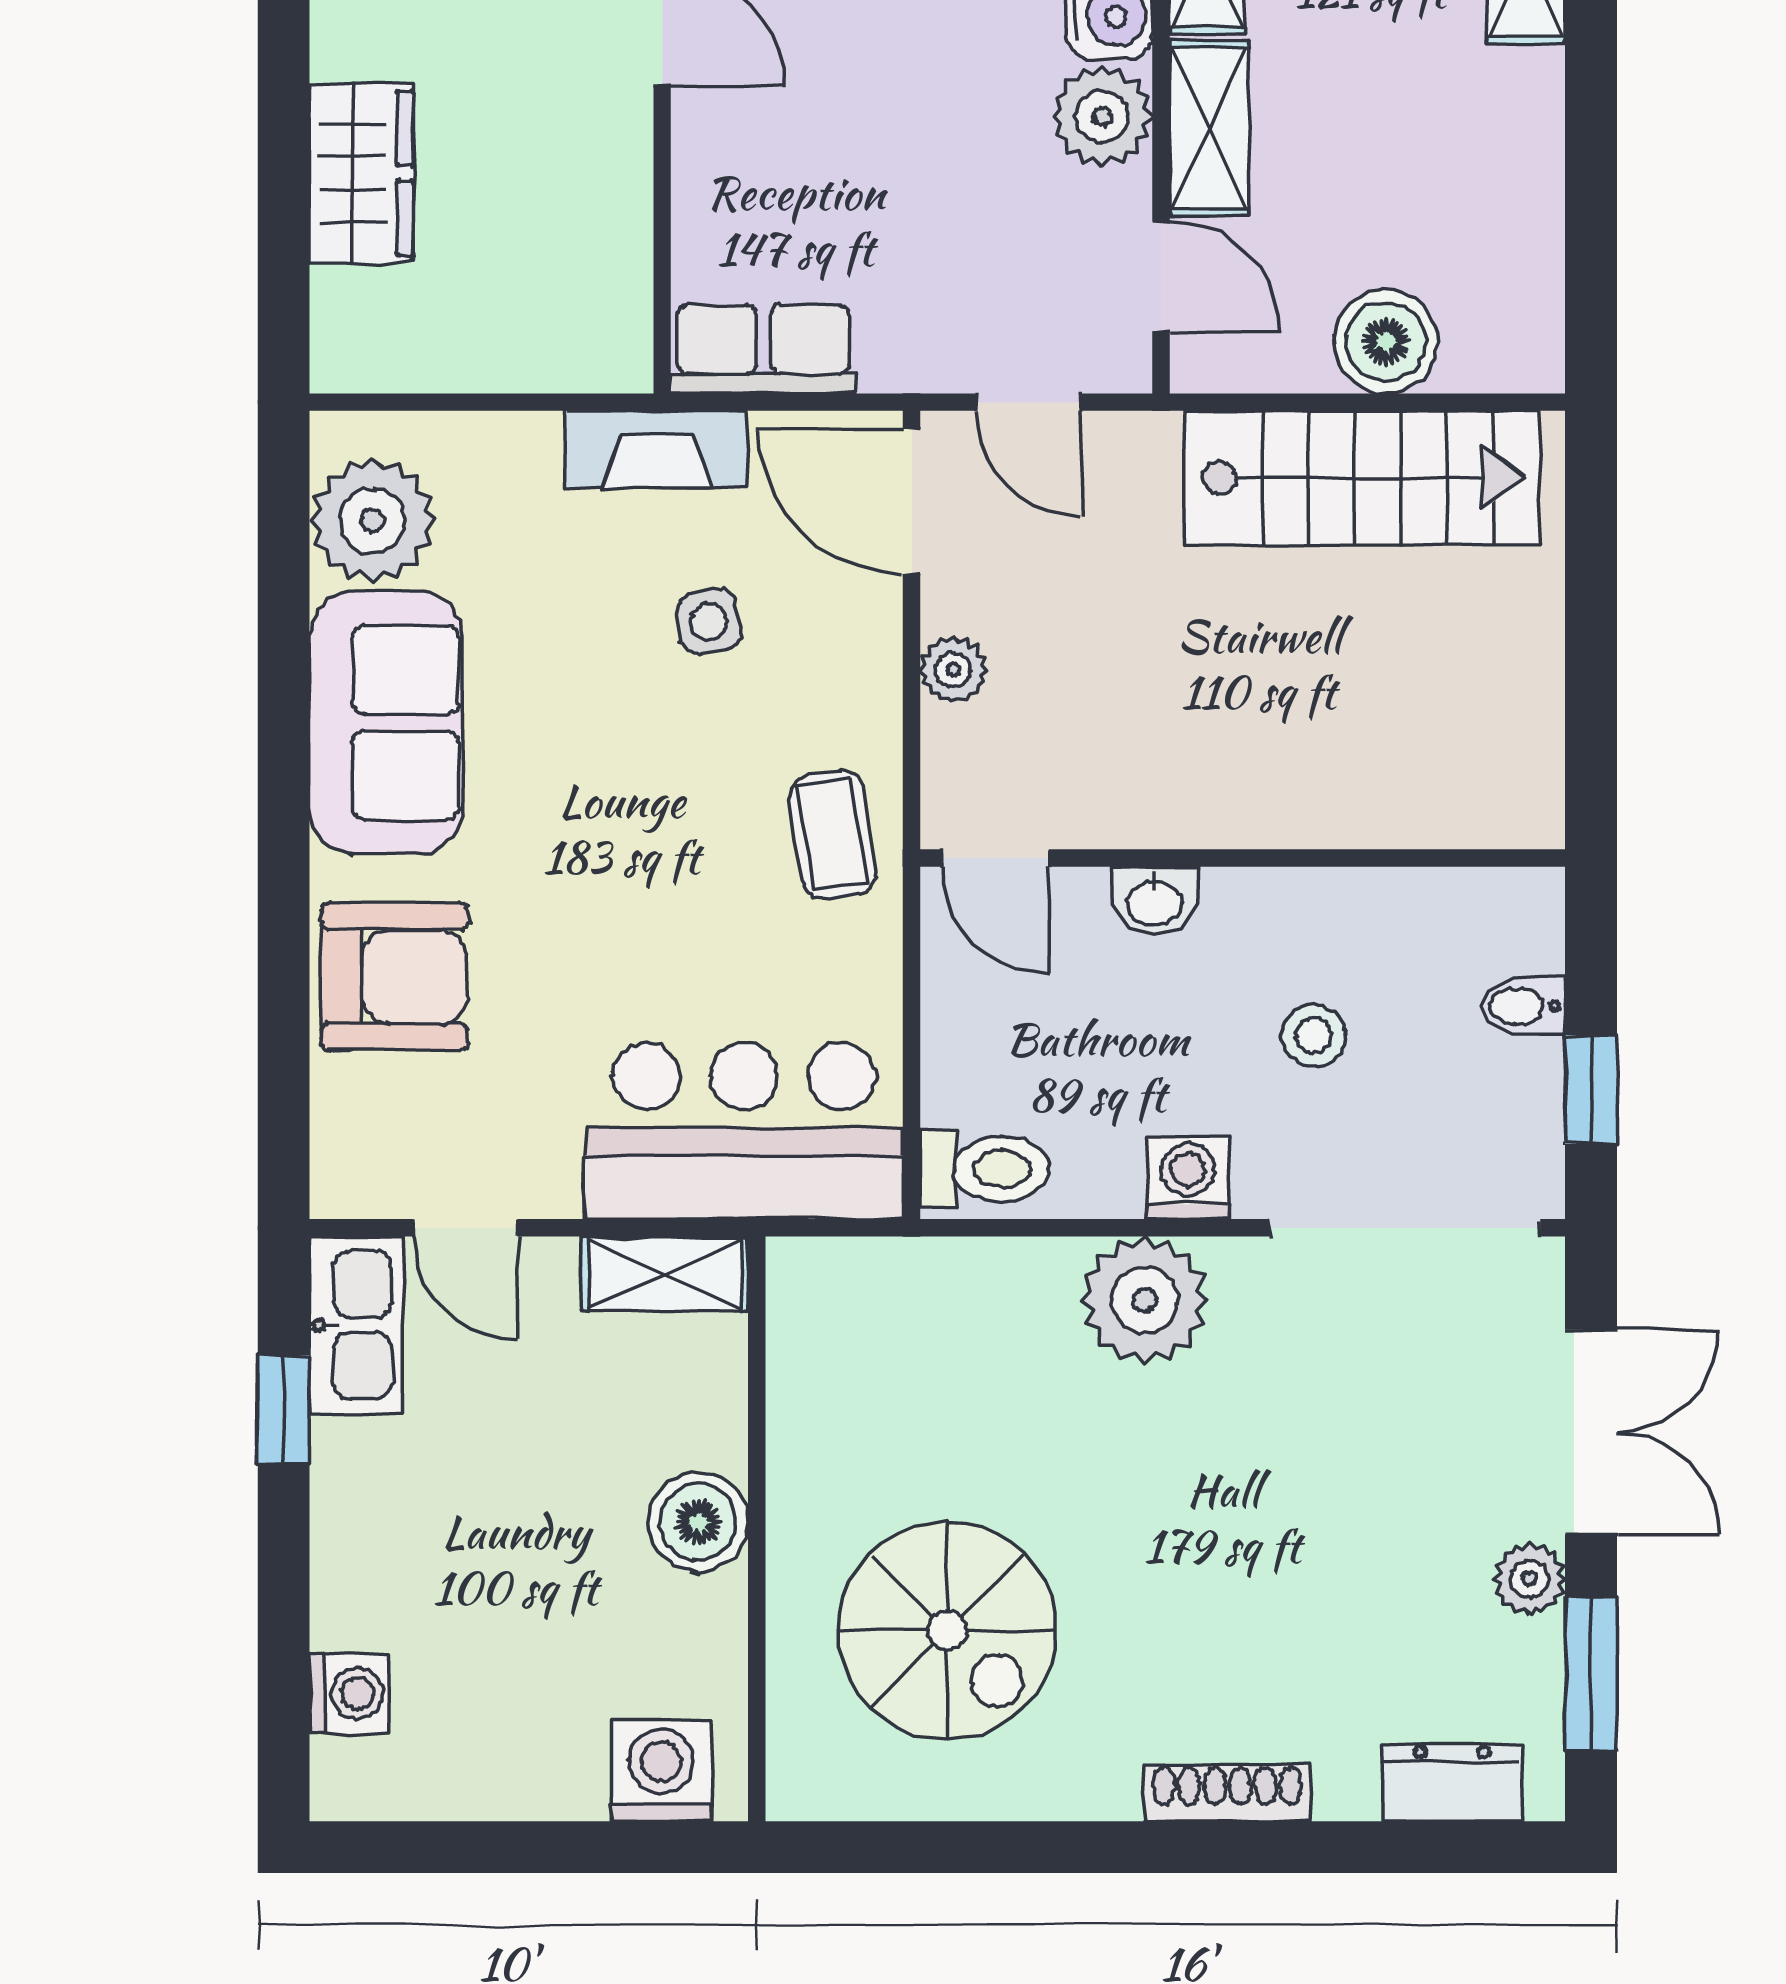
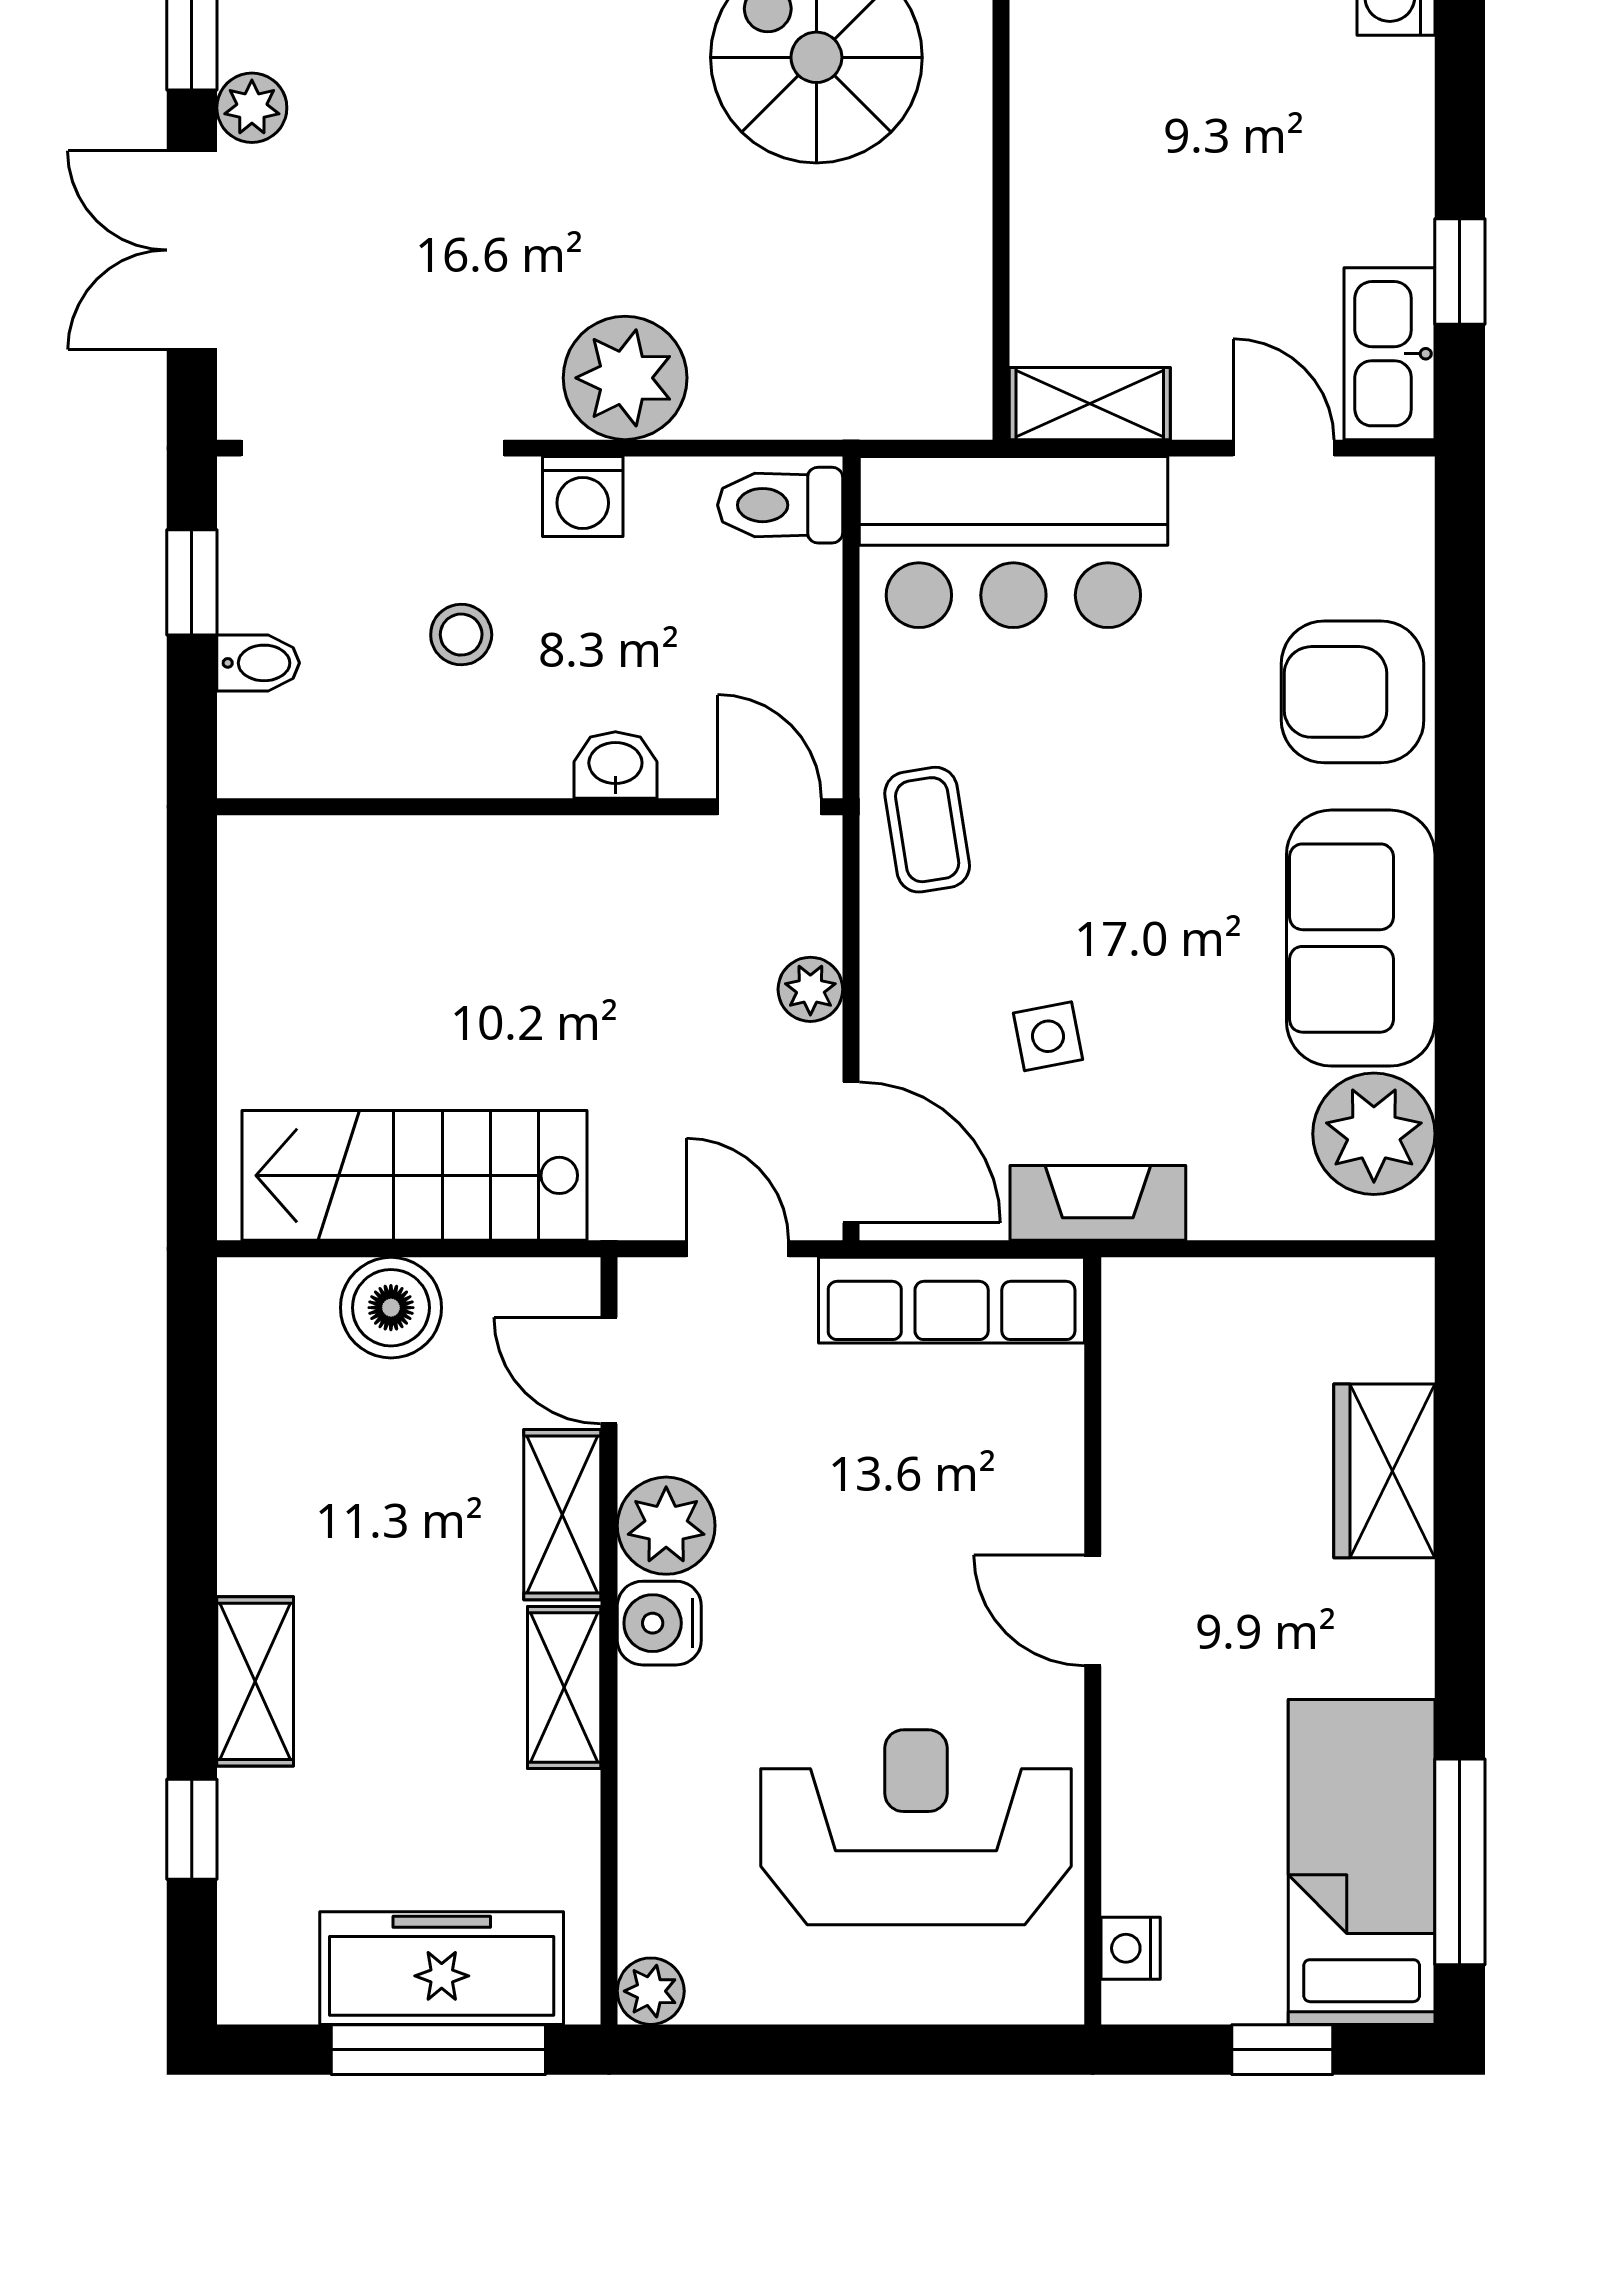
row of seats: (763, 349) -> (952, 1300), width x1.48
boiler: (698, 1522) -> (1058, 163), removed

